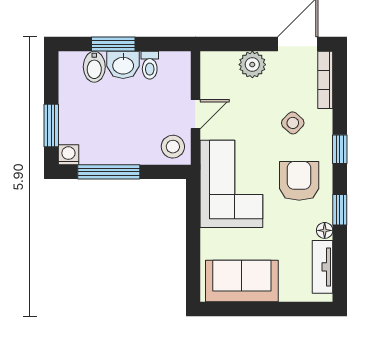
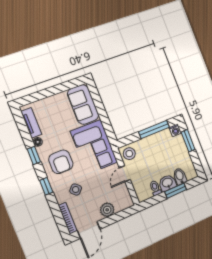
sofa: (242, 281) -> (83, 104), moved, turned 90

